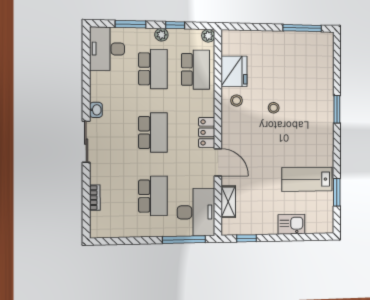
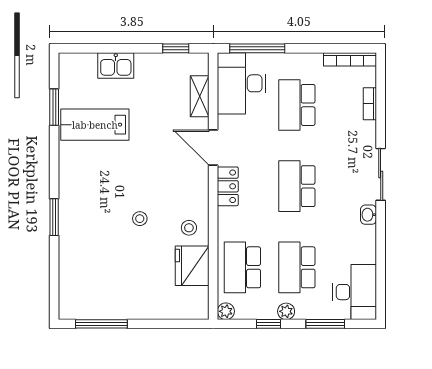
lab bench: (307, 179) -> (95, 125), turned 180
bookcase: (111, 232) -> (350, 59), added

